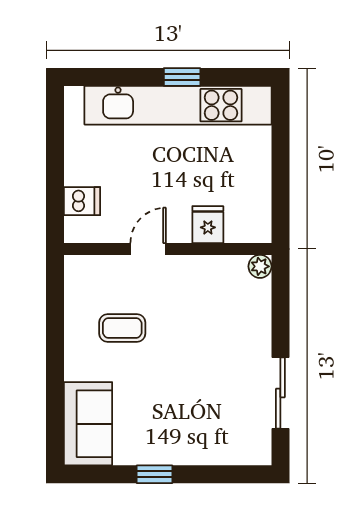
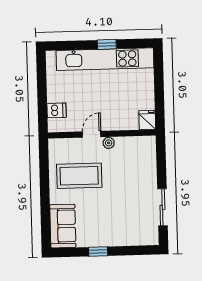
fridge: (208, 225) -> (147, 120), moved
plant: (260, 266) -> (109, 143), moved
coffee table: (122, 328) -> (79, 176), width x1.86, depth x1.72

